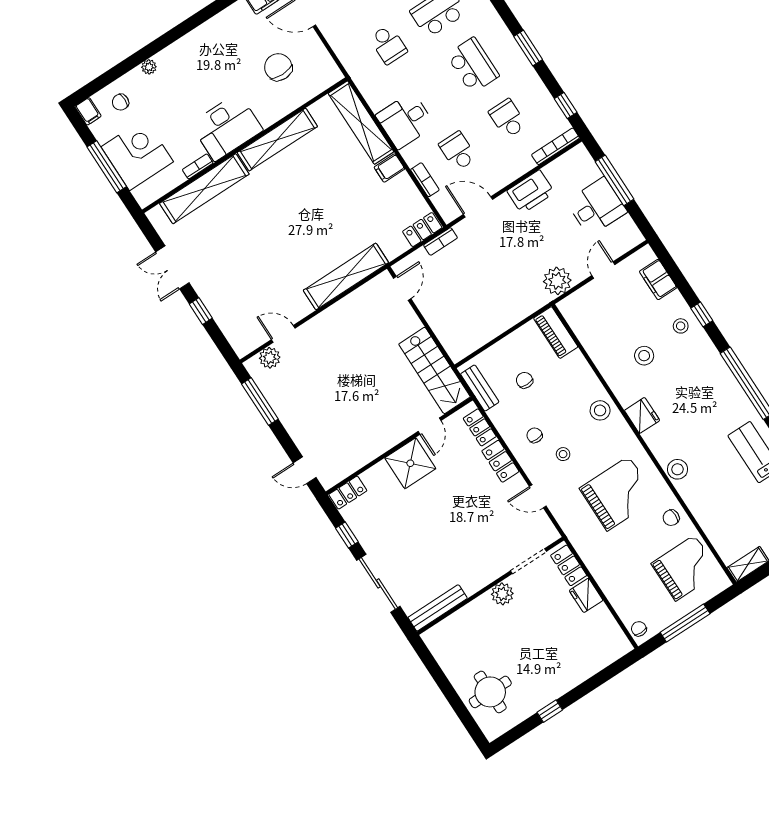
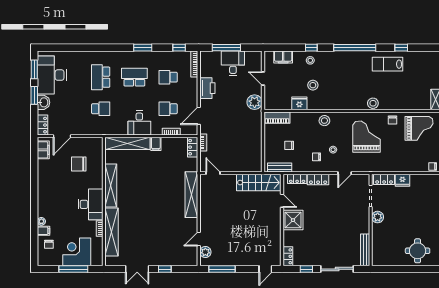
filing cabinet: (88, 111) -> (43, 231), moved
fridge: (642, 415) -> (299, 103), moved
grand piano: (685, 568) -> (419, 128), turned 90

